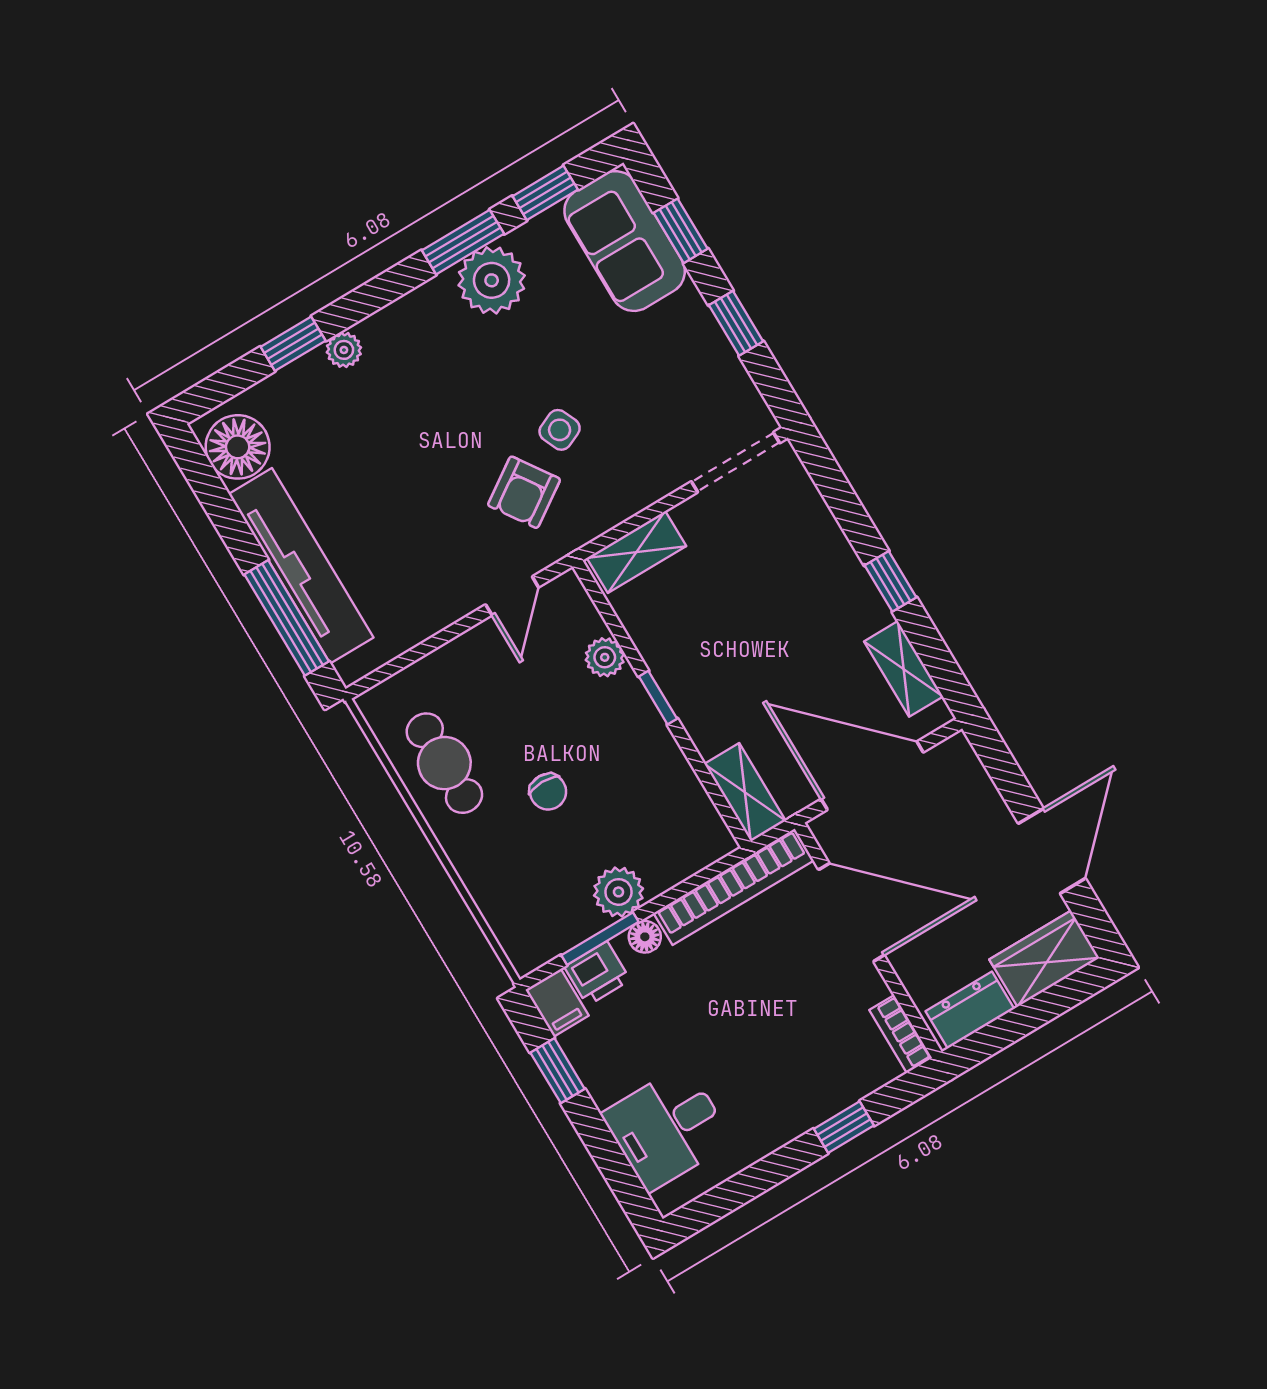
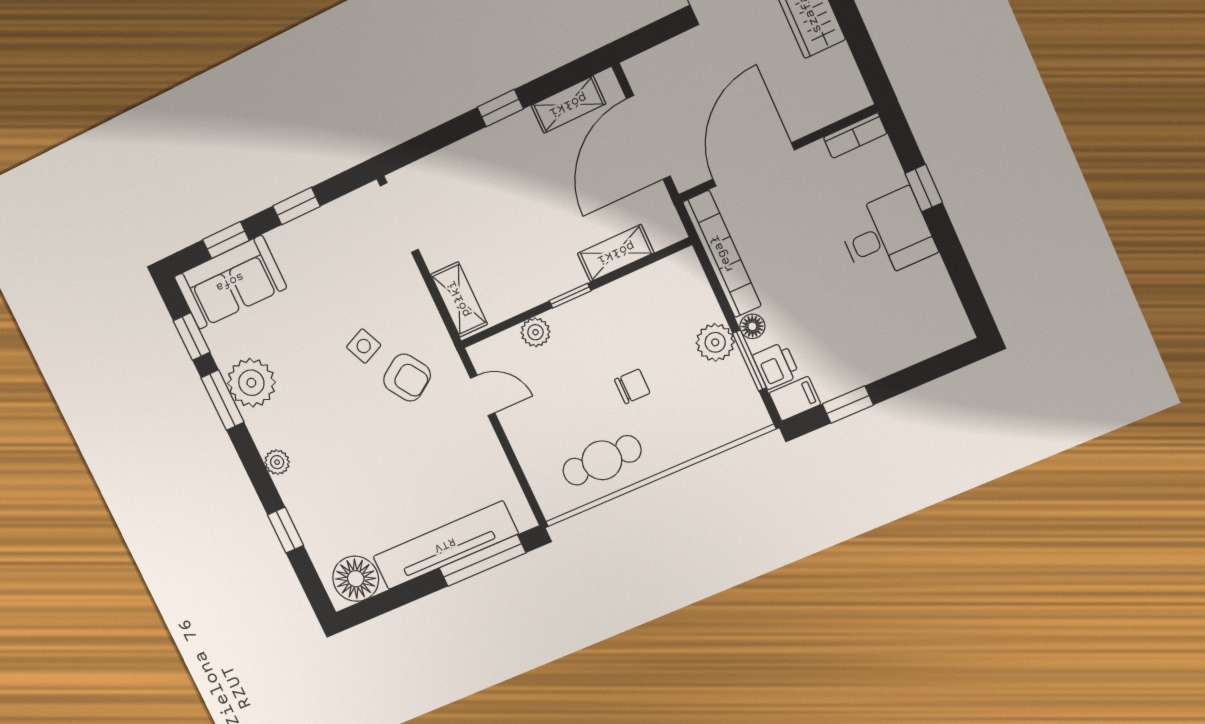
plant: (344, 350) -> (277, 462), moved
shelving: (745, 792) -> (616, 253), moved
dresser: (970, 1010) -> (843, 78), removed
desk: (667, 1128) -> (887, 235), moved, turned -90

